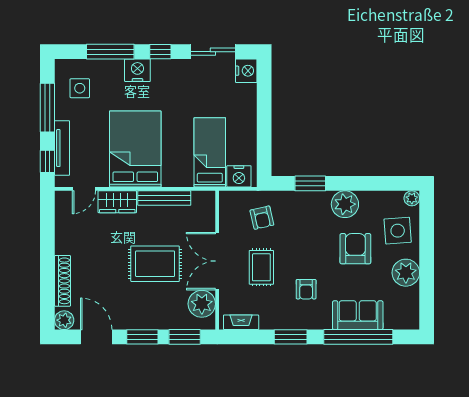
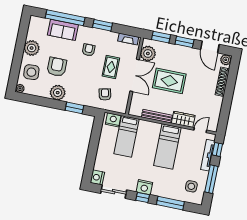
nightstand: (137, 70) -> (144, 187), moved
bed: (135, 149) -> (167, 147), width x0.67
armchair: (355, 249) -> (57, 67), turned 180

